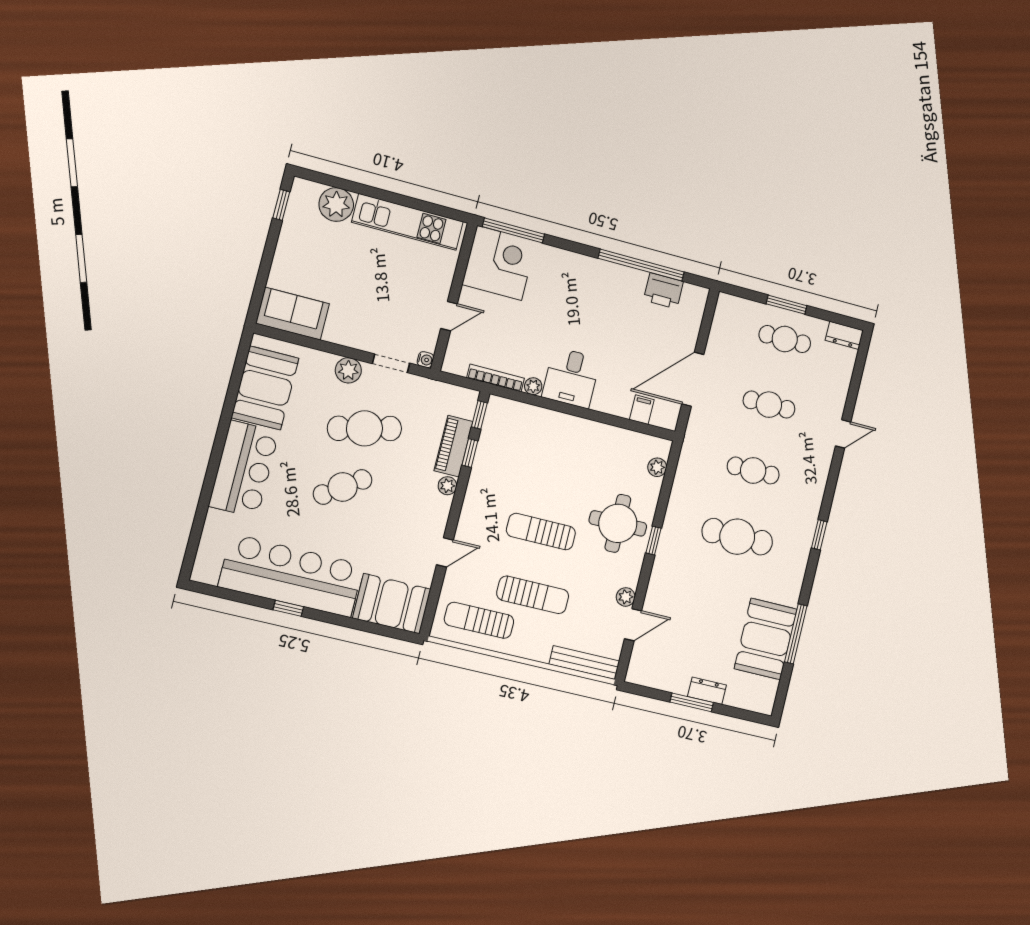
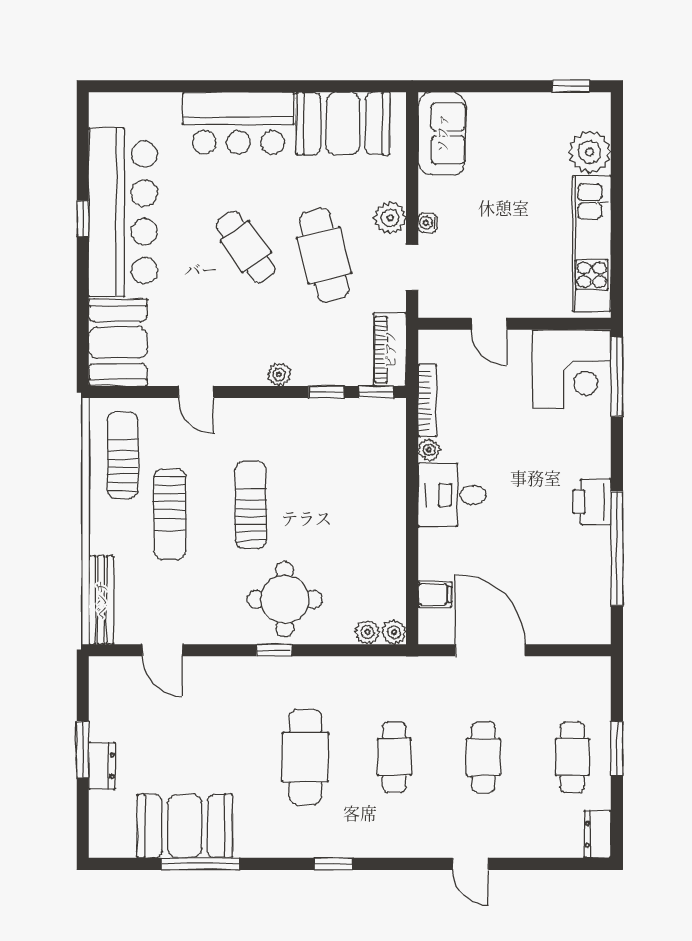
printer: (663, 291) -> (592, 502), moved
water cooler: (425, 360) -> (428, 223), moved, turned 90
piano: (454, 446) -> (390, 349), moved, turned -90
plant: (626, 597) -> (394, 632), moved

